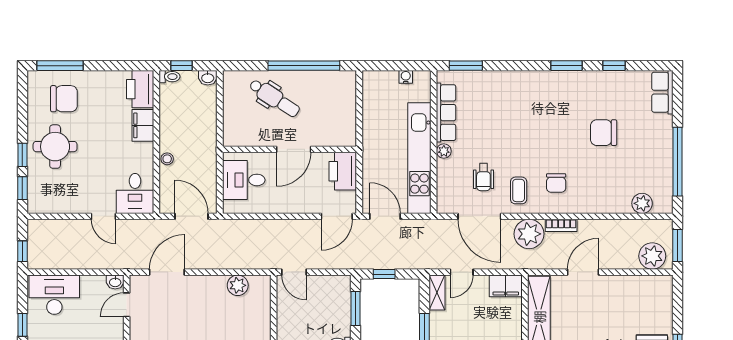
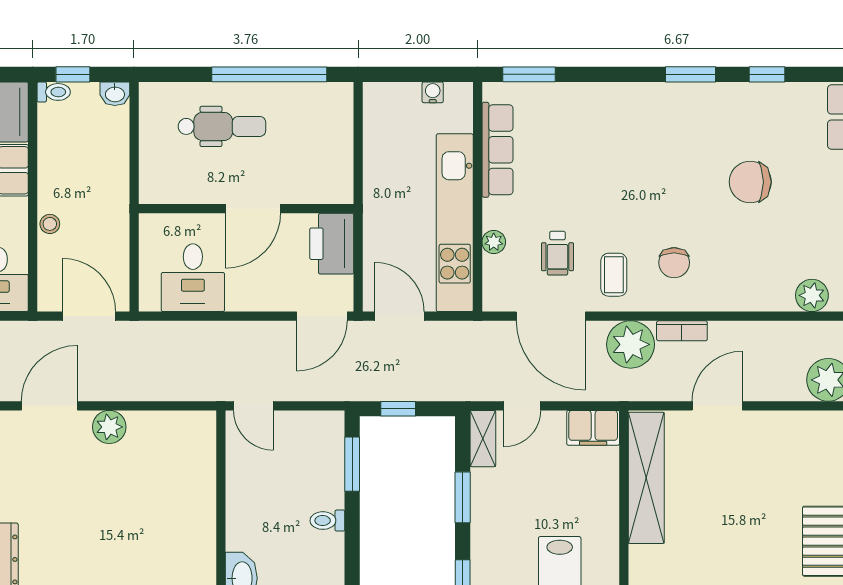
dental chair: (274, 98) -> (222, 126), turned -33
plant: (444, 151) -> (494, 242), moved
desk: (244, 180) -> (193, 278), moved, turned -90
plant: (238, 285) -> (109, 427), moved

